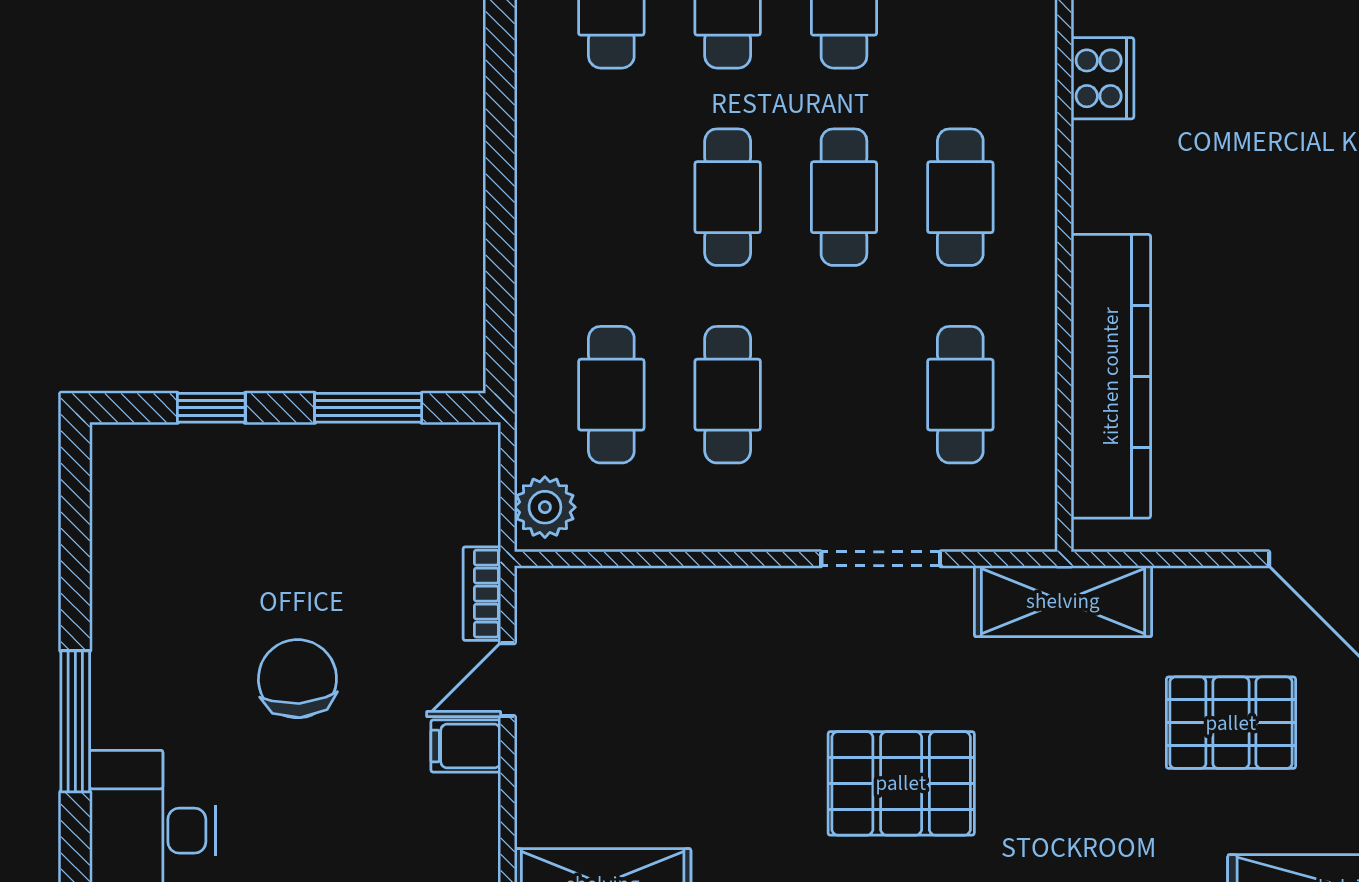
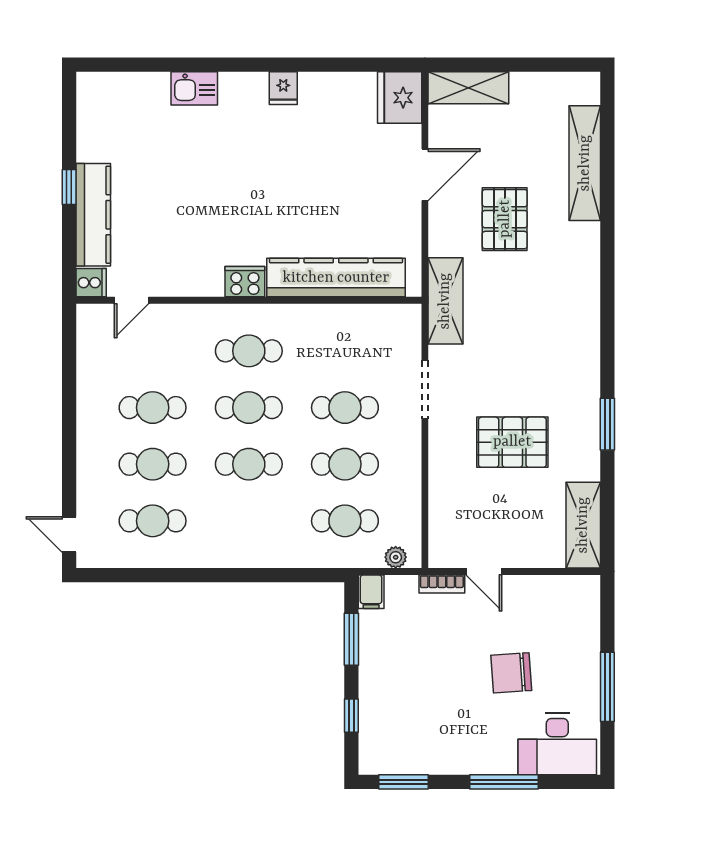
cooker: (1102, 78) -> (245, 282), moved
cafe table: (960, 395) -> (345, 408), moved
plant: (545, 507) -> (396, 557), width x0.73, depth x0.73
window: (75, 515) -> (404, 782), added
chair: (297, 679) -> (511, 673), moved
filing cabinet: (466, 746) -> (371, 592), moved
pallet: (901, 783) -> (512, 442), moved, turned 90

